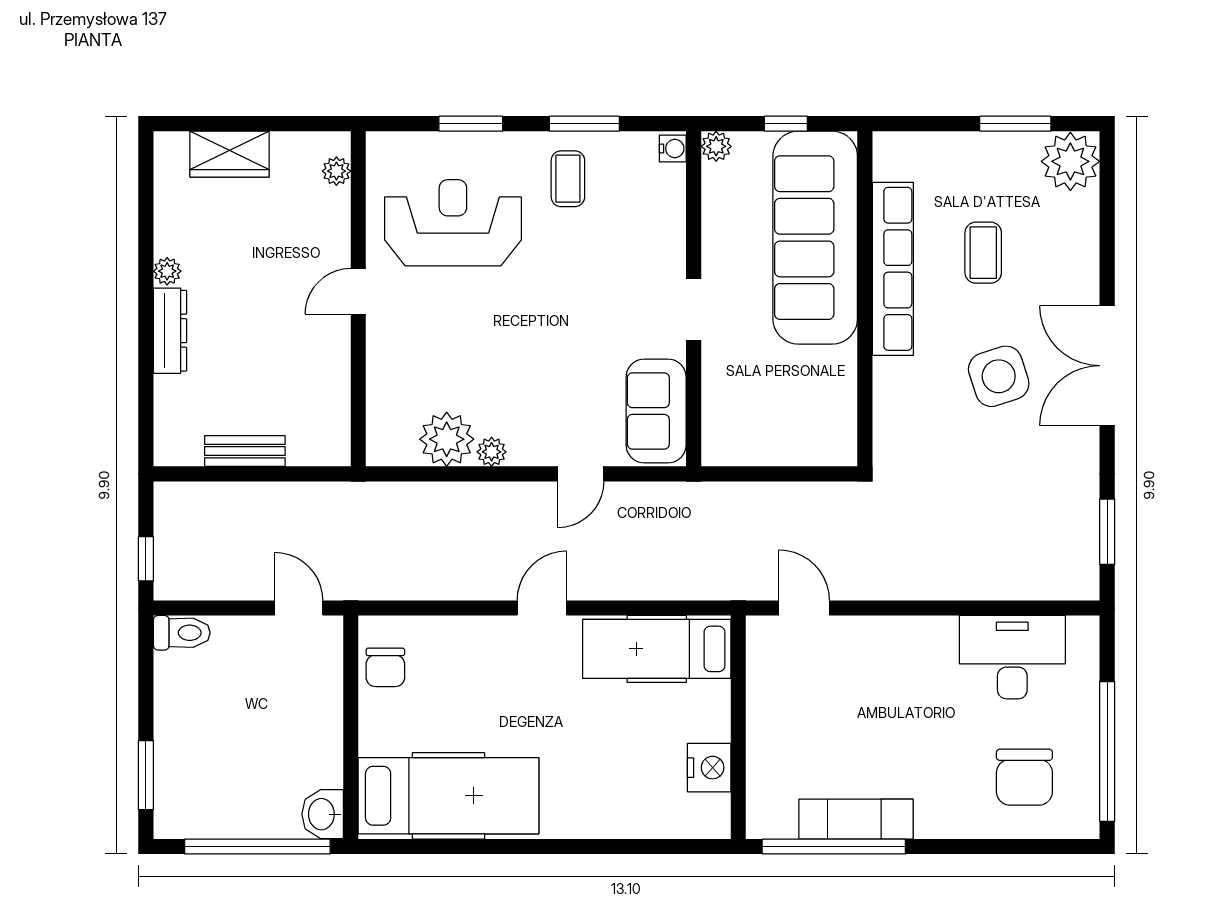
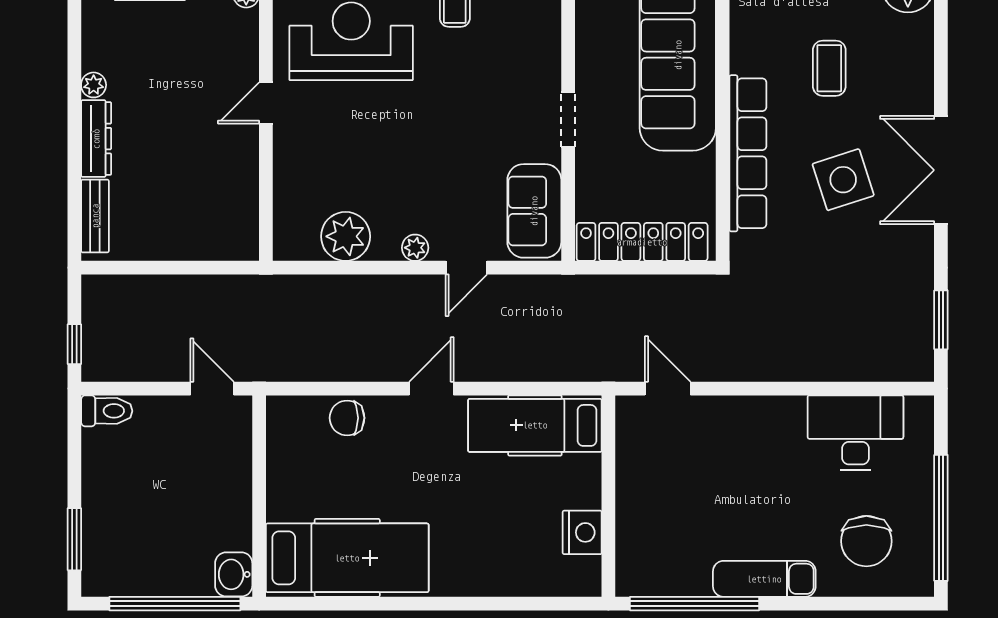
row of seats: (893, 269) -> (748, 153), moved
locker: (776, 445) -> (642, 242), added
bench: (245, 451) -> (95, 216), moved, turned 90
plant: (492, 452) -> (415, 248), moved
chair: (385, 667) -> (347, 418), moved, turned 90
exam couch: (856, 819) -> (764, 579), moved

